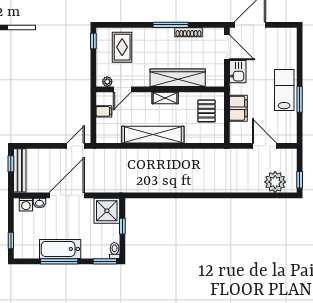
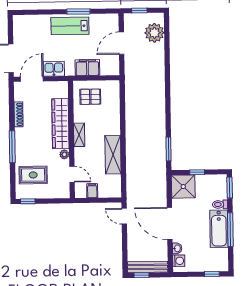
window: (171, 25) -> (12, 147), moved
plant: (107, 82) -> (64, 154), moved
shelving: (153, 135) -> (113, 155), width x0.68
window: (300, 180) -> (139, 11), moved
window: (148, 195) -> (169, 149), added
toilet: (115, 251) -> (220, 204), moved

